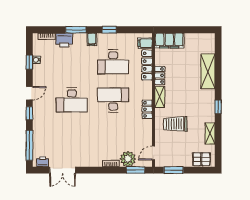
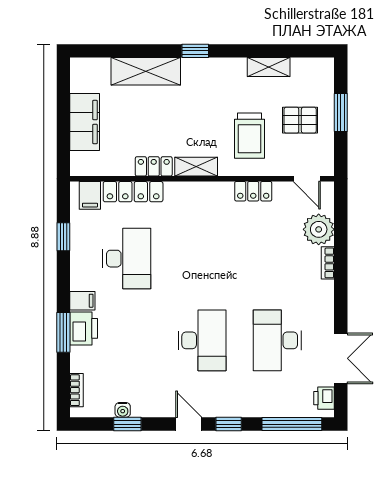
window: (109, 30) -> (63, 237), moved
printer: (64, 40) -> (84, 328), moved
filing cabinet: (169, 41) -> (85, 122), moved
desk: (113, 100) -> (277, 340), moved
window: (218, 107) -> (195, 51), moved
locker: (147, 109) -> (253, 191), moved
pallet: (201, 159) -> (300, 120), moved, turned 90
window: (135, 170) -> (341, 214), removed
window: (174, 170) -> (341, 112), moved

